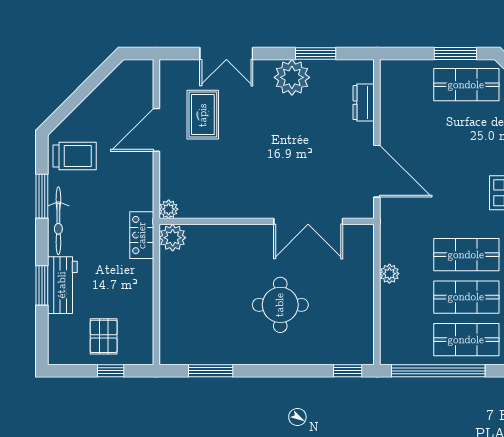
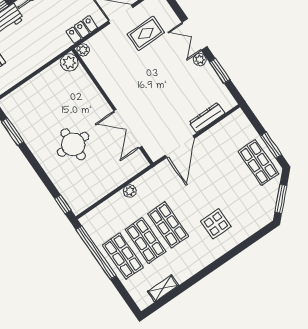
double door: (226, 54) -> (195, 34), moved
plant: (292, 77) -> (200, 60), width x0.53, depth x0.53
dresser: (364, 103) -> (207, 117), width x1.44
locker: (142, 235) -> (82, 30), moved

